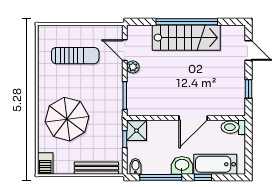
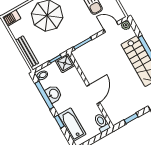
door: (125, 50) -> (111, 27), hinge flipped
plant: (133, 67) -> (126, 25), moved
door: (193, 118) -> (93, 94), swing flipped
washbasin: (182, 165) -> (54, 94), moved

